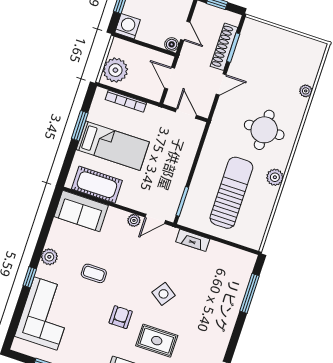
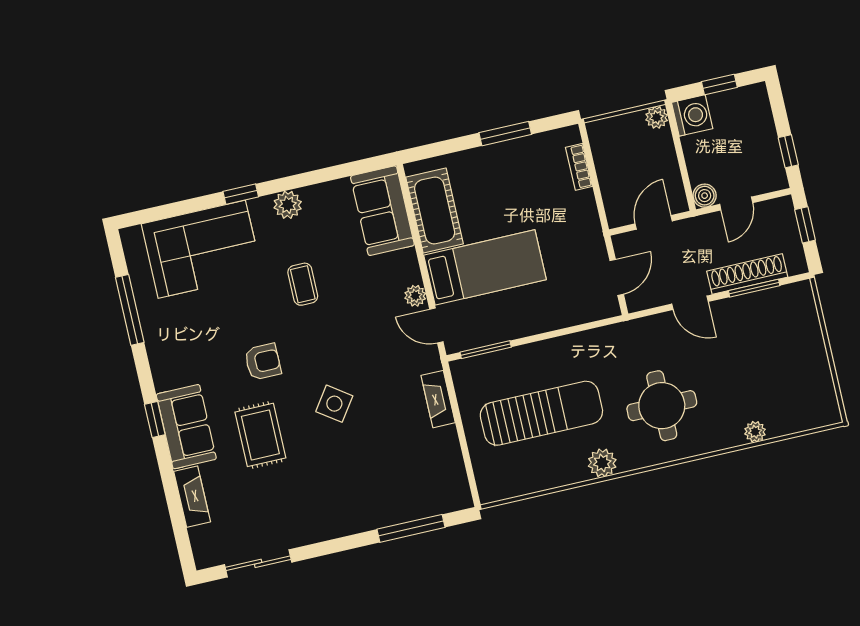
plant: (115, 70) -> (657, 117), moved, width x0.53, depth x0.53
bookcase: (126, 101) -> (579, 167), width x0.64
bed: (113, 146) -> (485, 267), moved, turned -90

